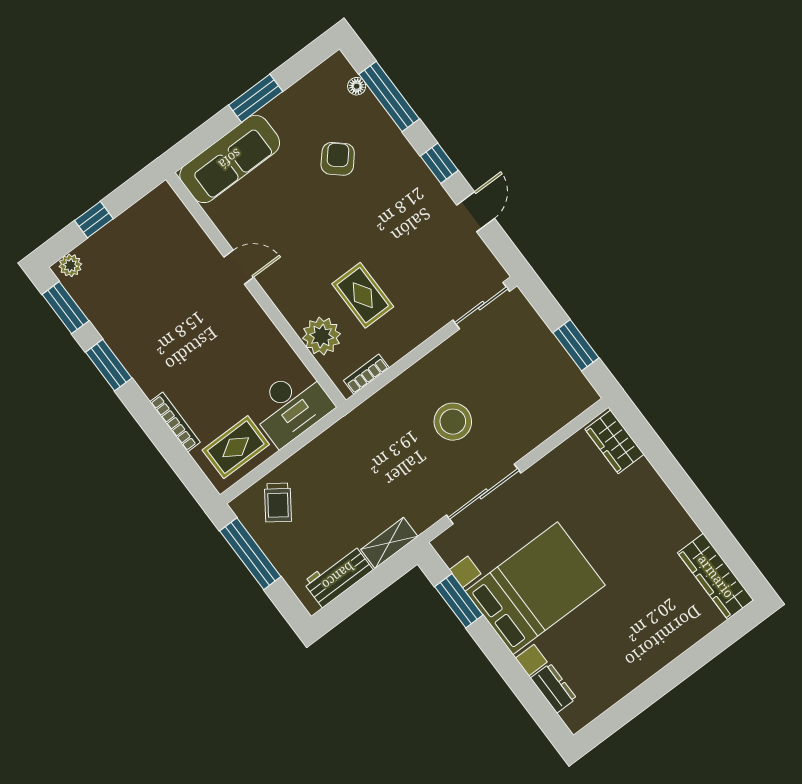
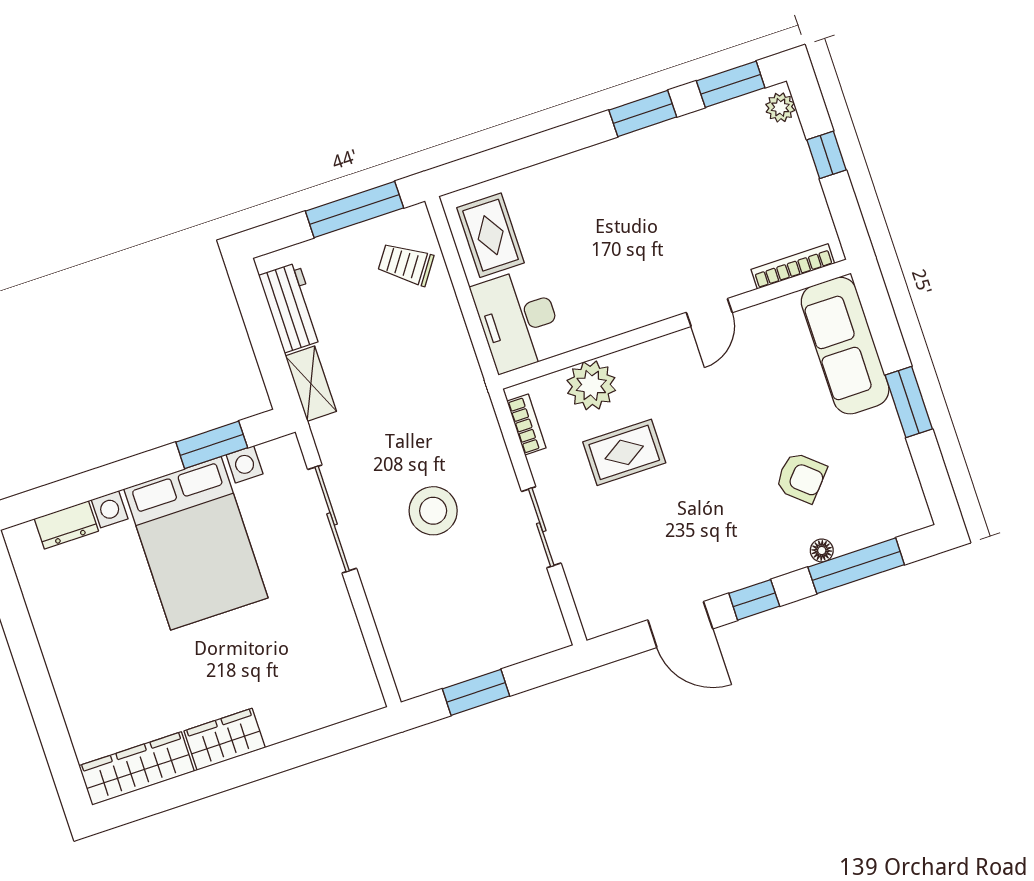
floor lamp: (357, 86) -> (822, 550), moved
door: (476, 212) -> (680, 624), width x1.38
sliding door: (481, 306) -> (541, 527), moved
bookcase: (175, 422) -> (793, 266), moved, turned 180
wardrobe: (615, 442) -> (225, 739), moved

